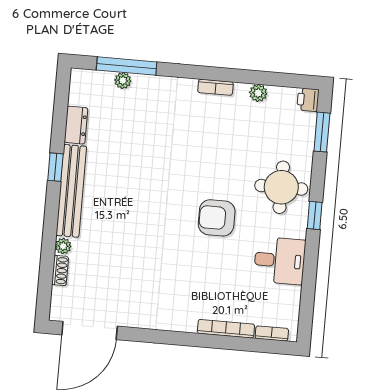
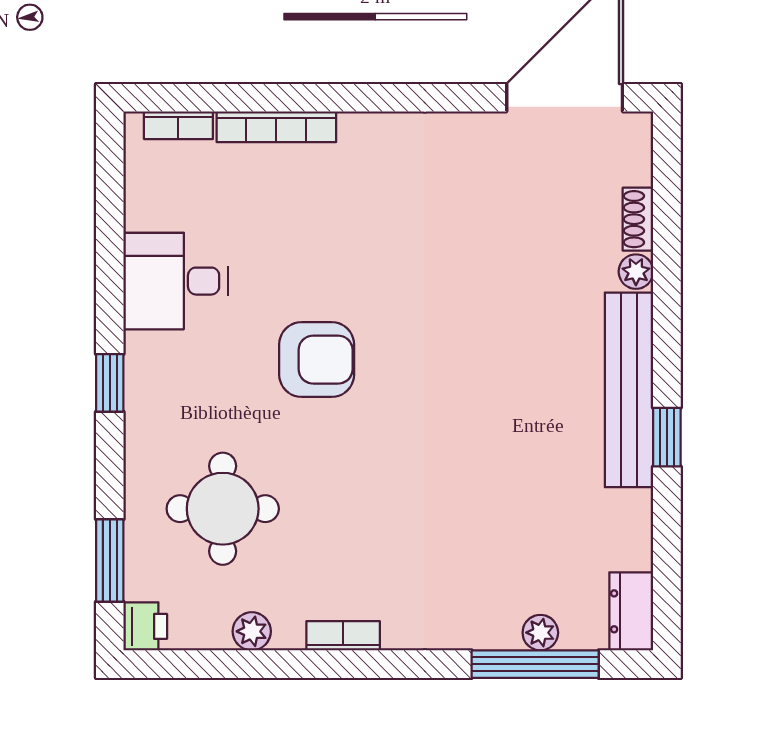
dresser: (76, 125) -> (631, 611), moved
round table: (281, 187) -> (223, 509), moved

